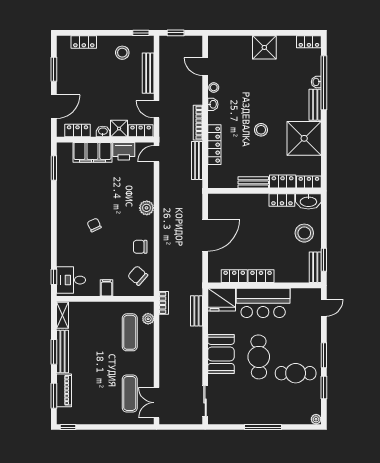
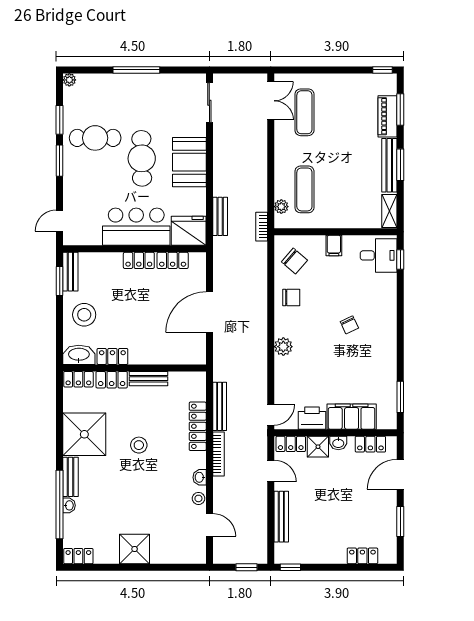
stool: (122, 53) -> (314, 542), removed

